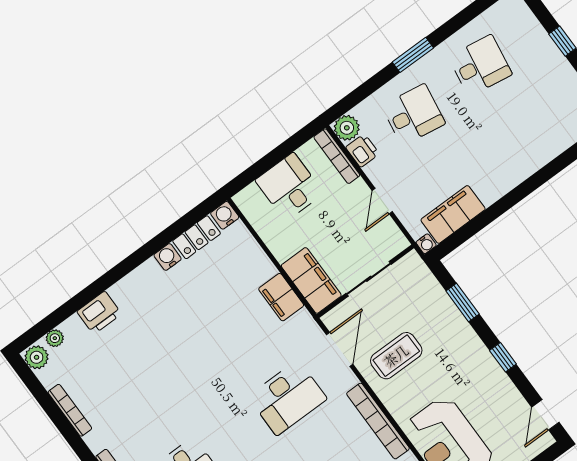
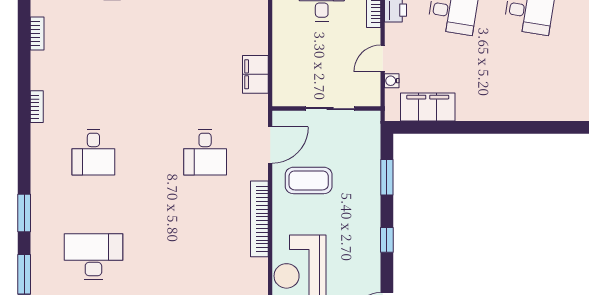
water cooler: (426, 244) -> (392, 81), moved, turned 90
filing cabinet: (311, 280) -> (287, 78), removed
desk: (287, 398) -> (205, 152), width x0.73
bookcase: (70, 410) -> (37, 33), width x0.64

